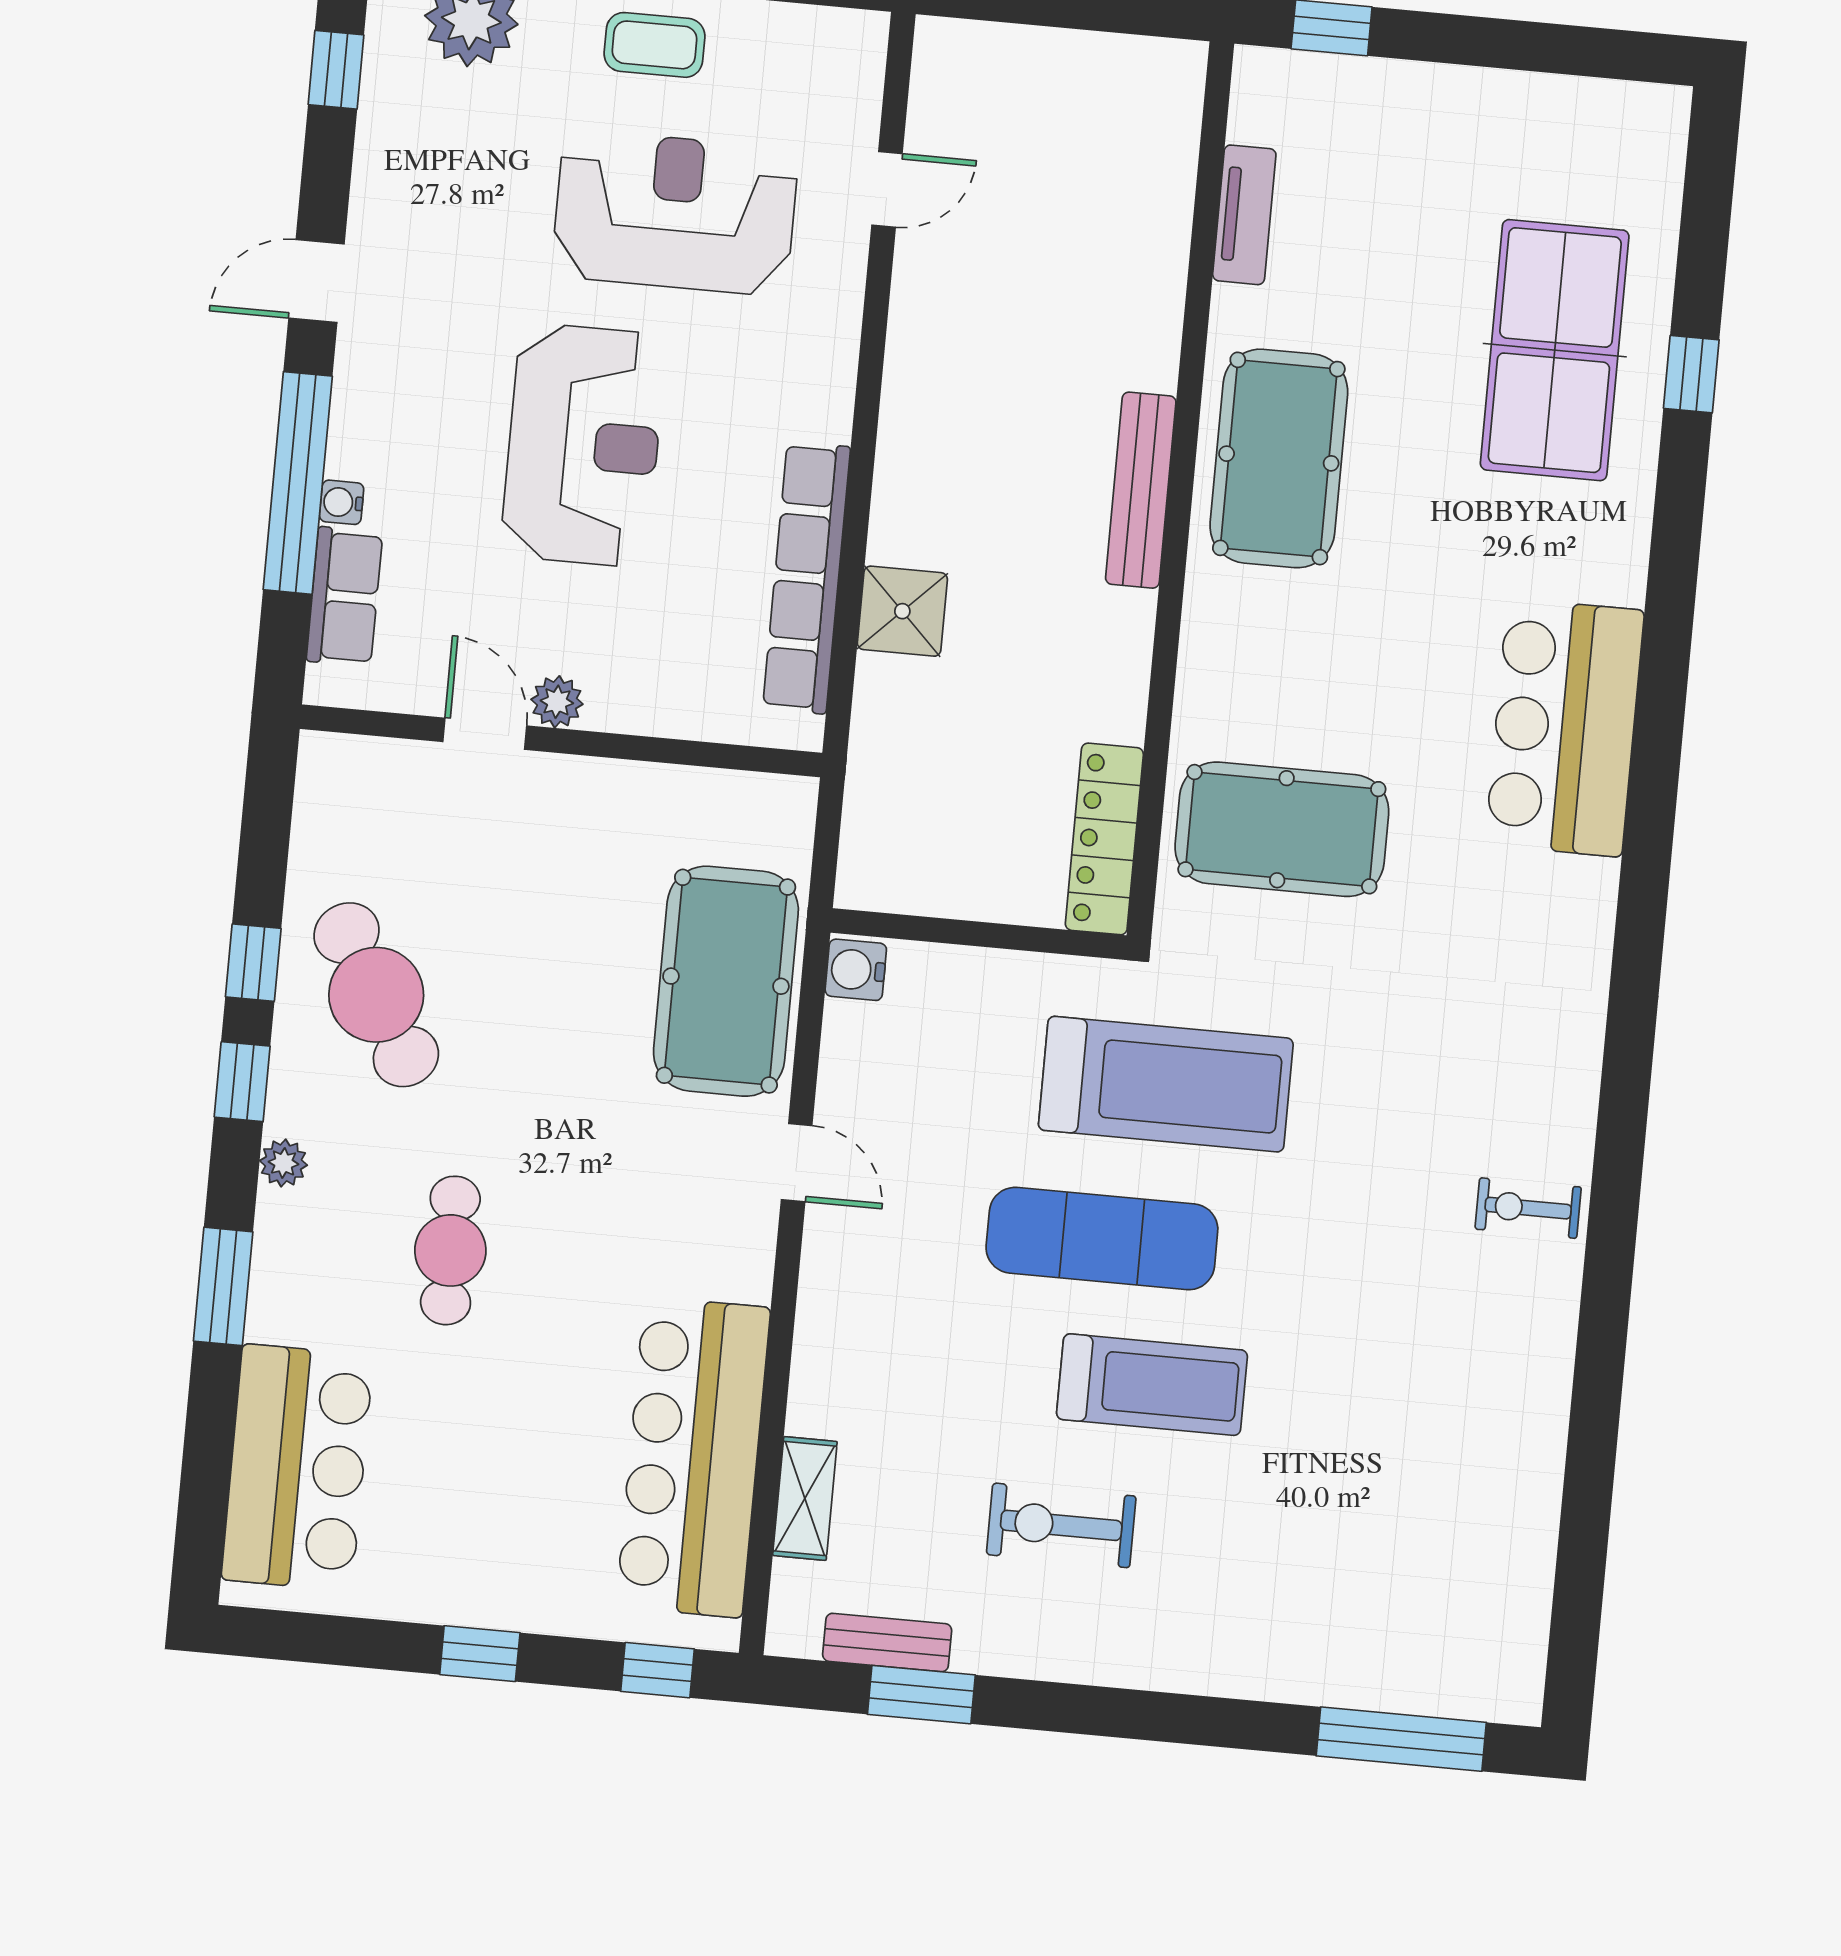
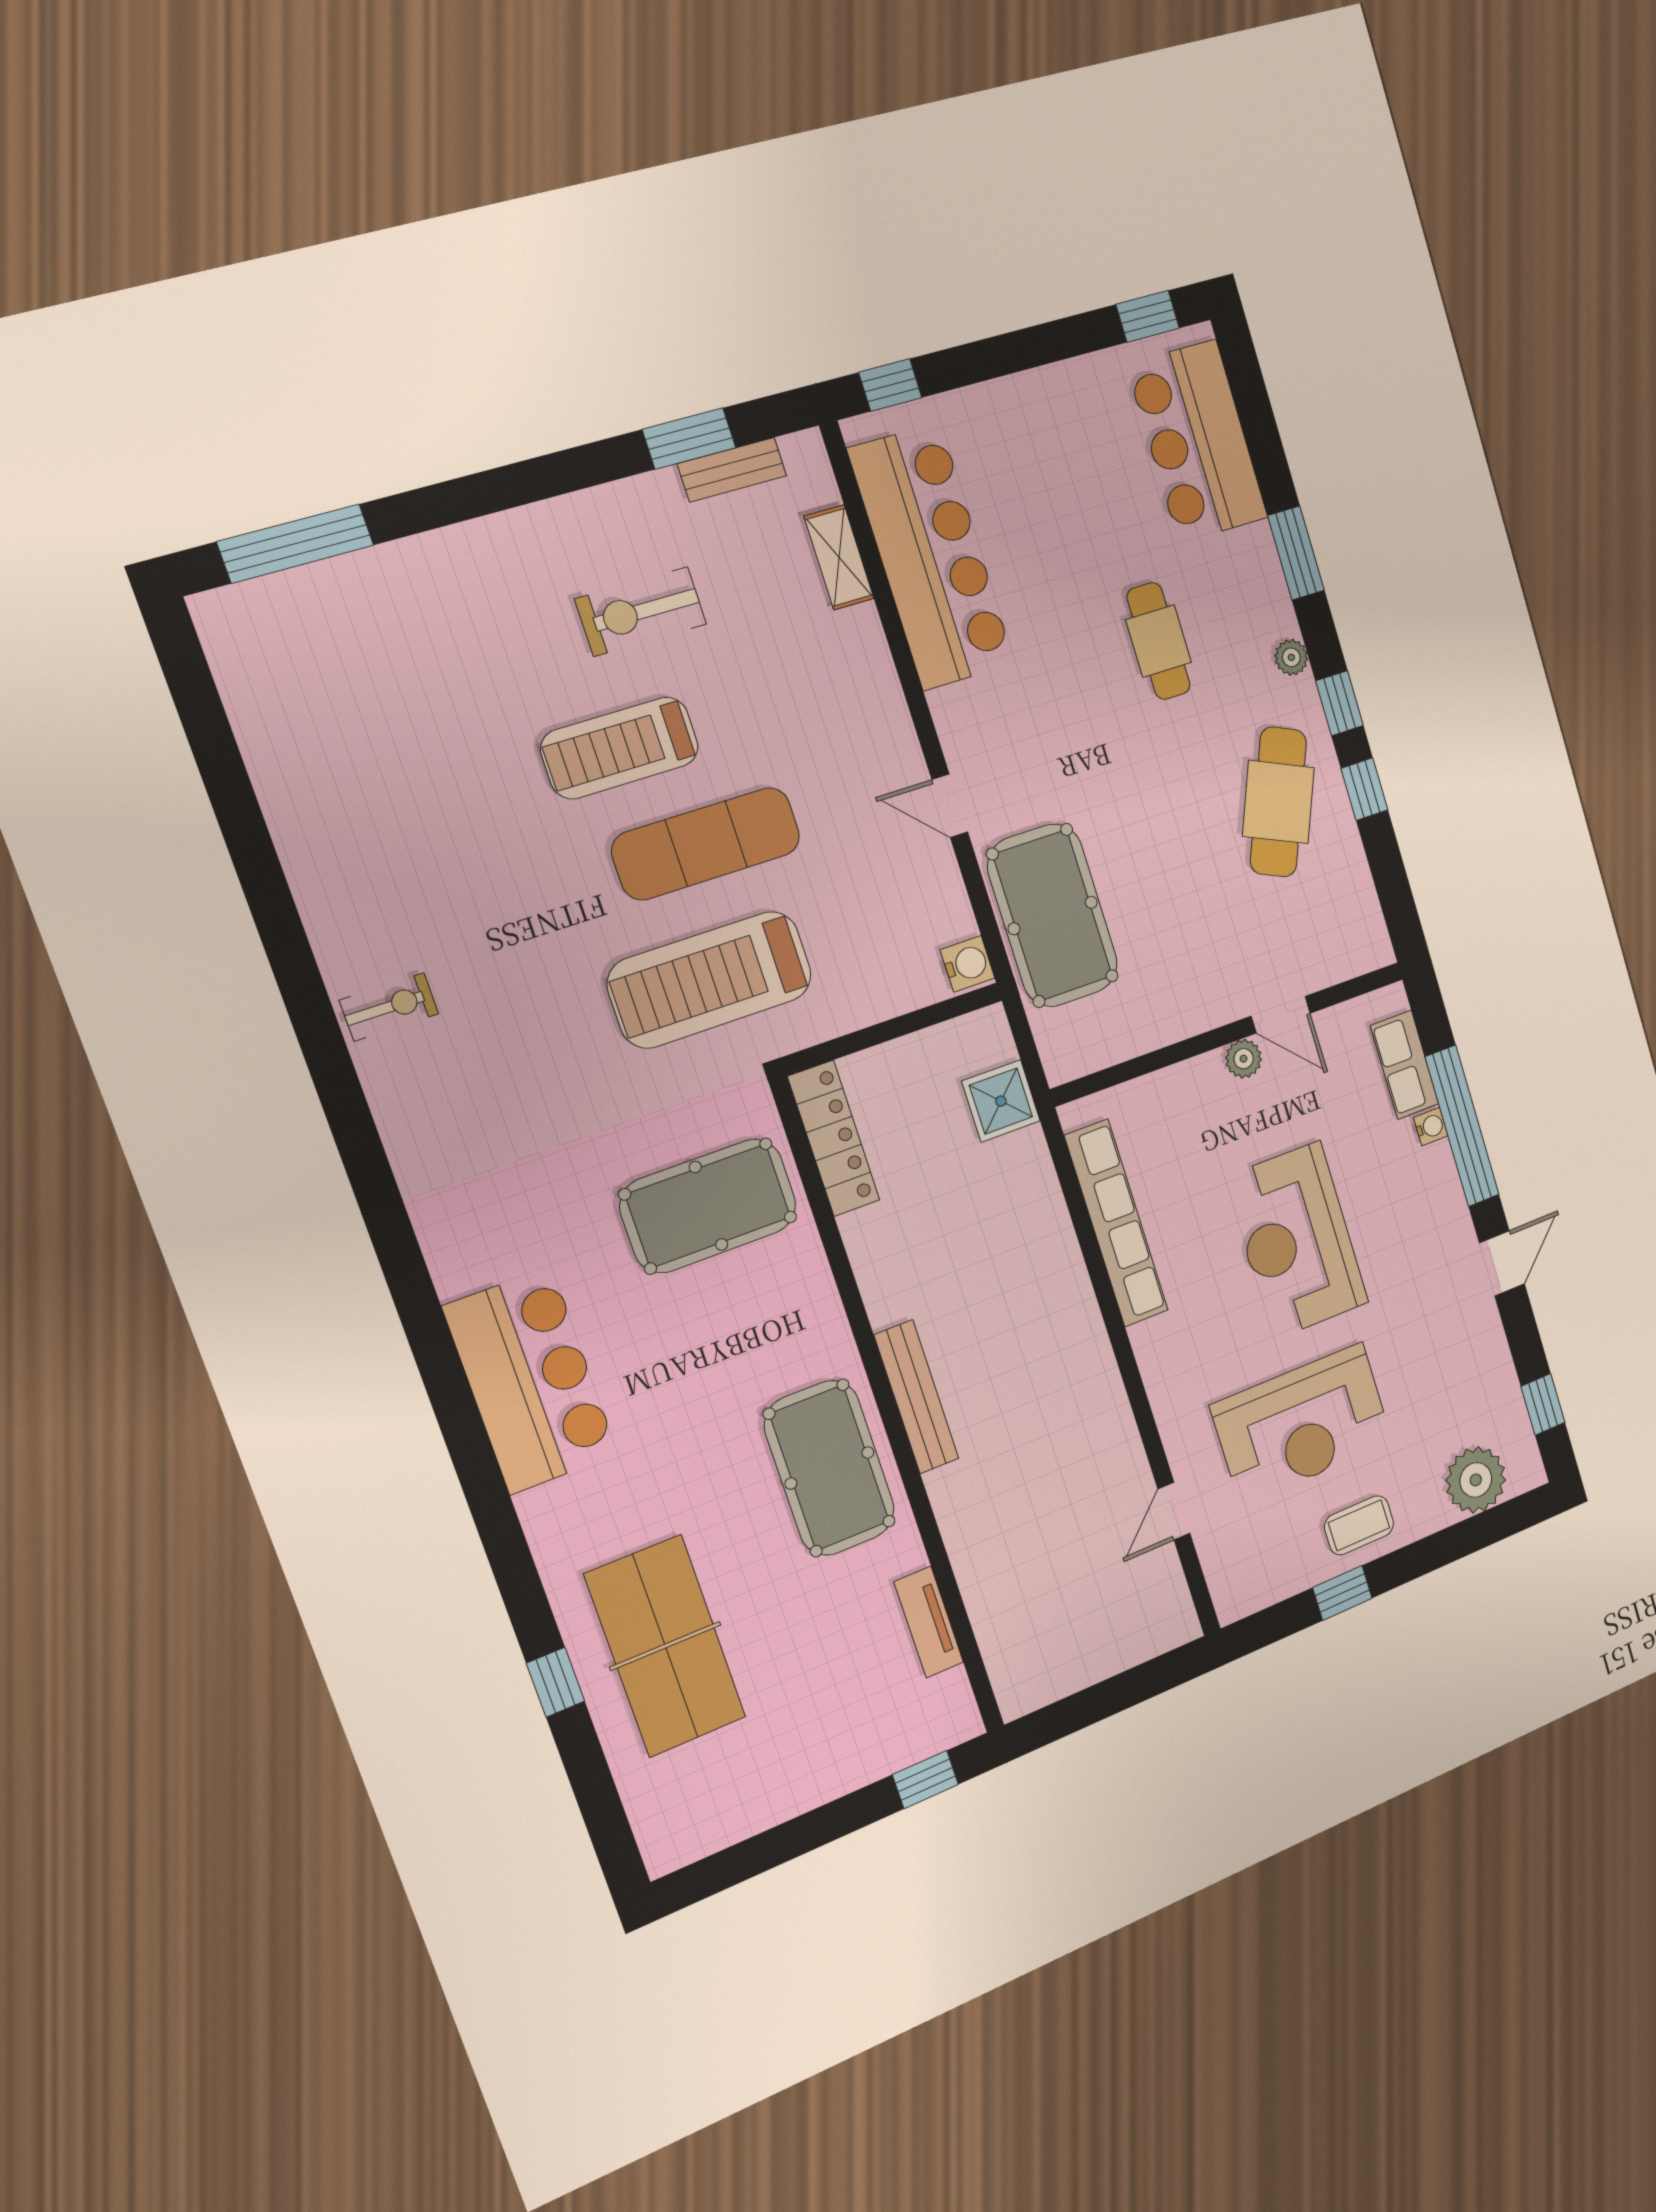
shower: (902, 611) -> (1001, 1101), moved
cafe table: (376, 995) -> (1278, 802), turned 54
exercise bike: (1061, 1525) -> (641, 611), turned 180
window: (480, 1654) -> (1148, 316), moved

